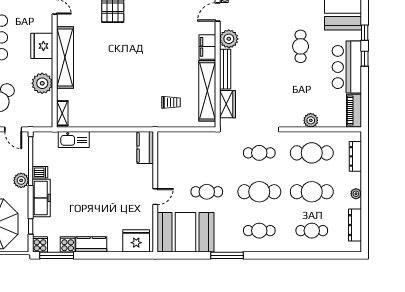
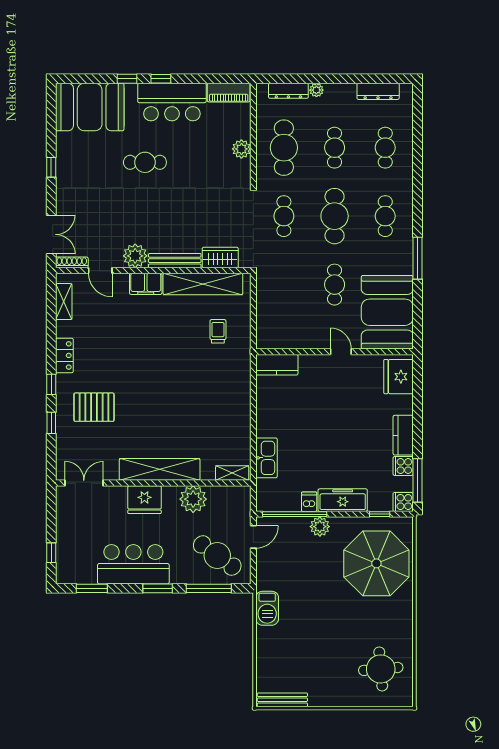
cafe table: (312, 192) -> (335, 148), width x0.73, depth x0.74
plant: (356, 194) -> (316, 90), moved

